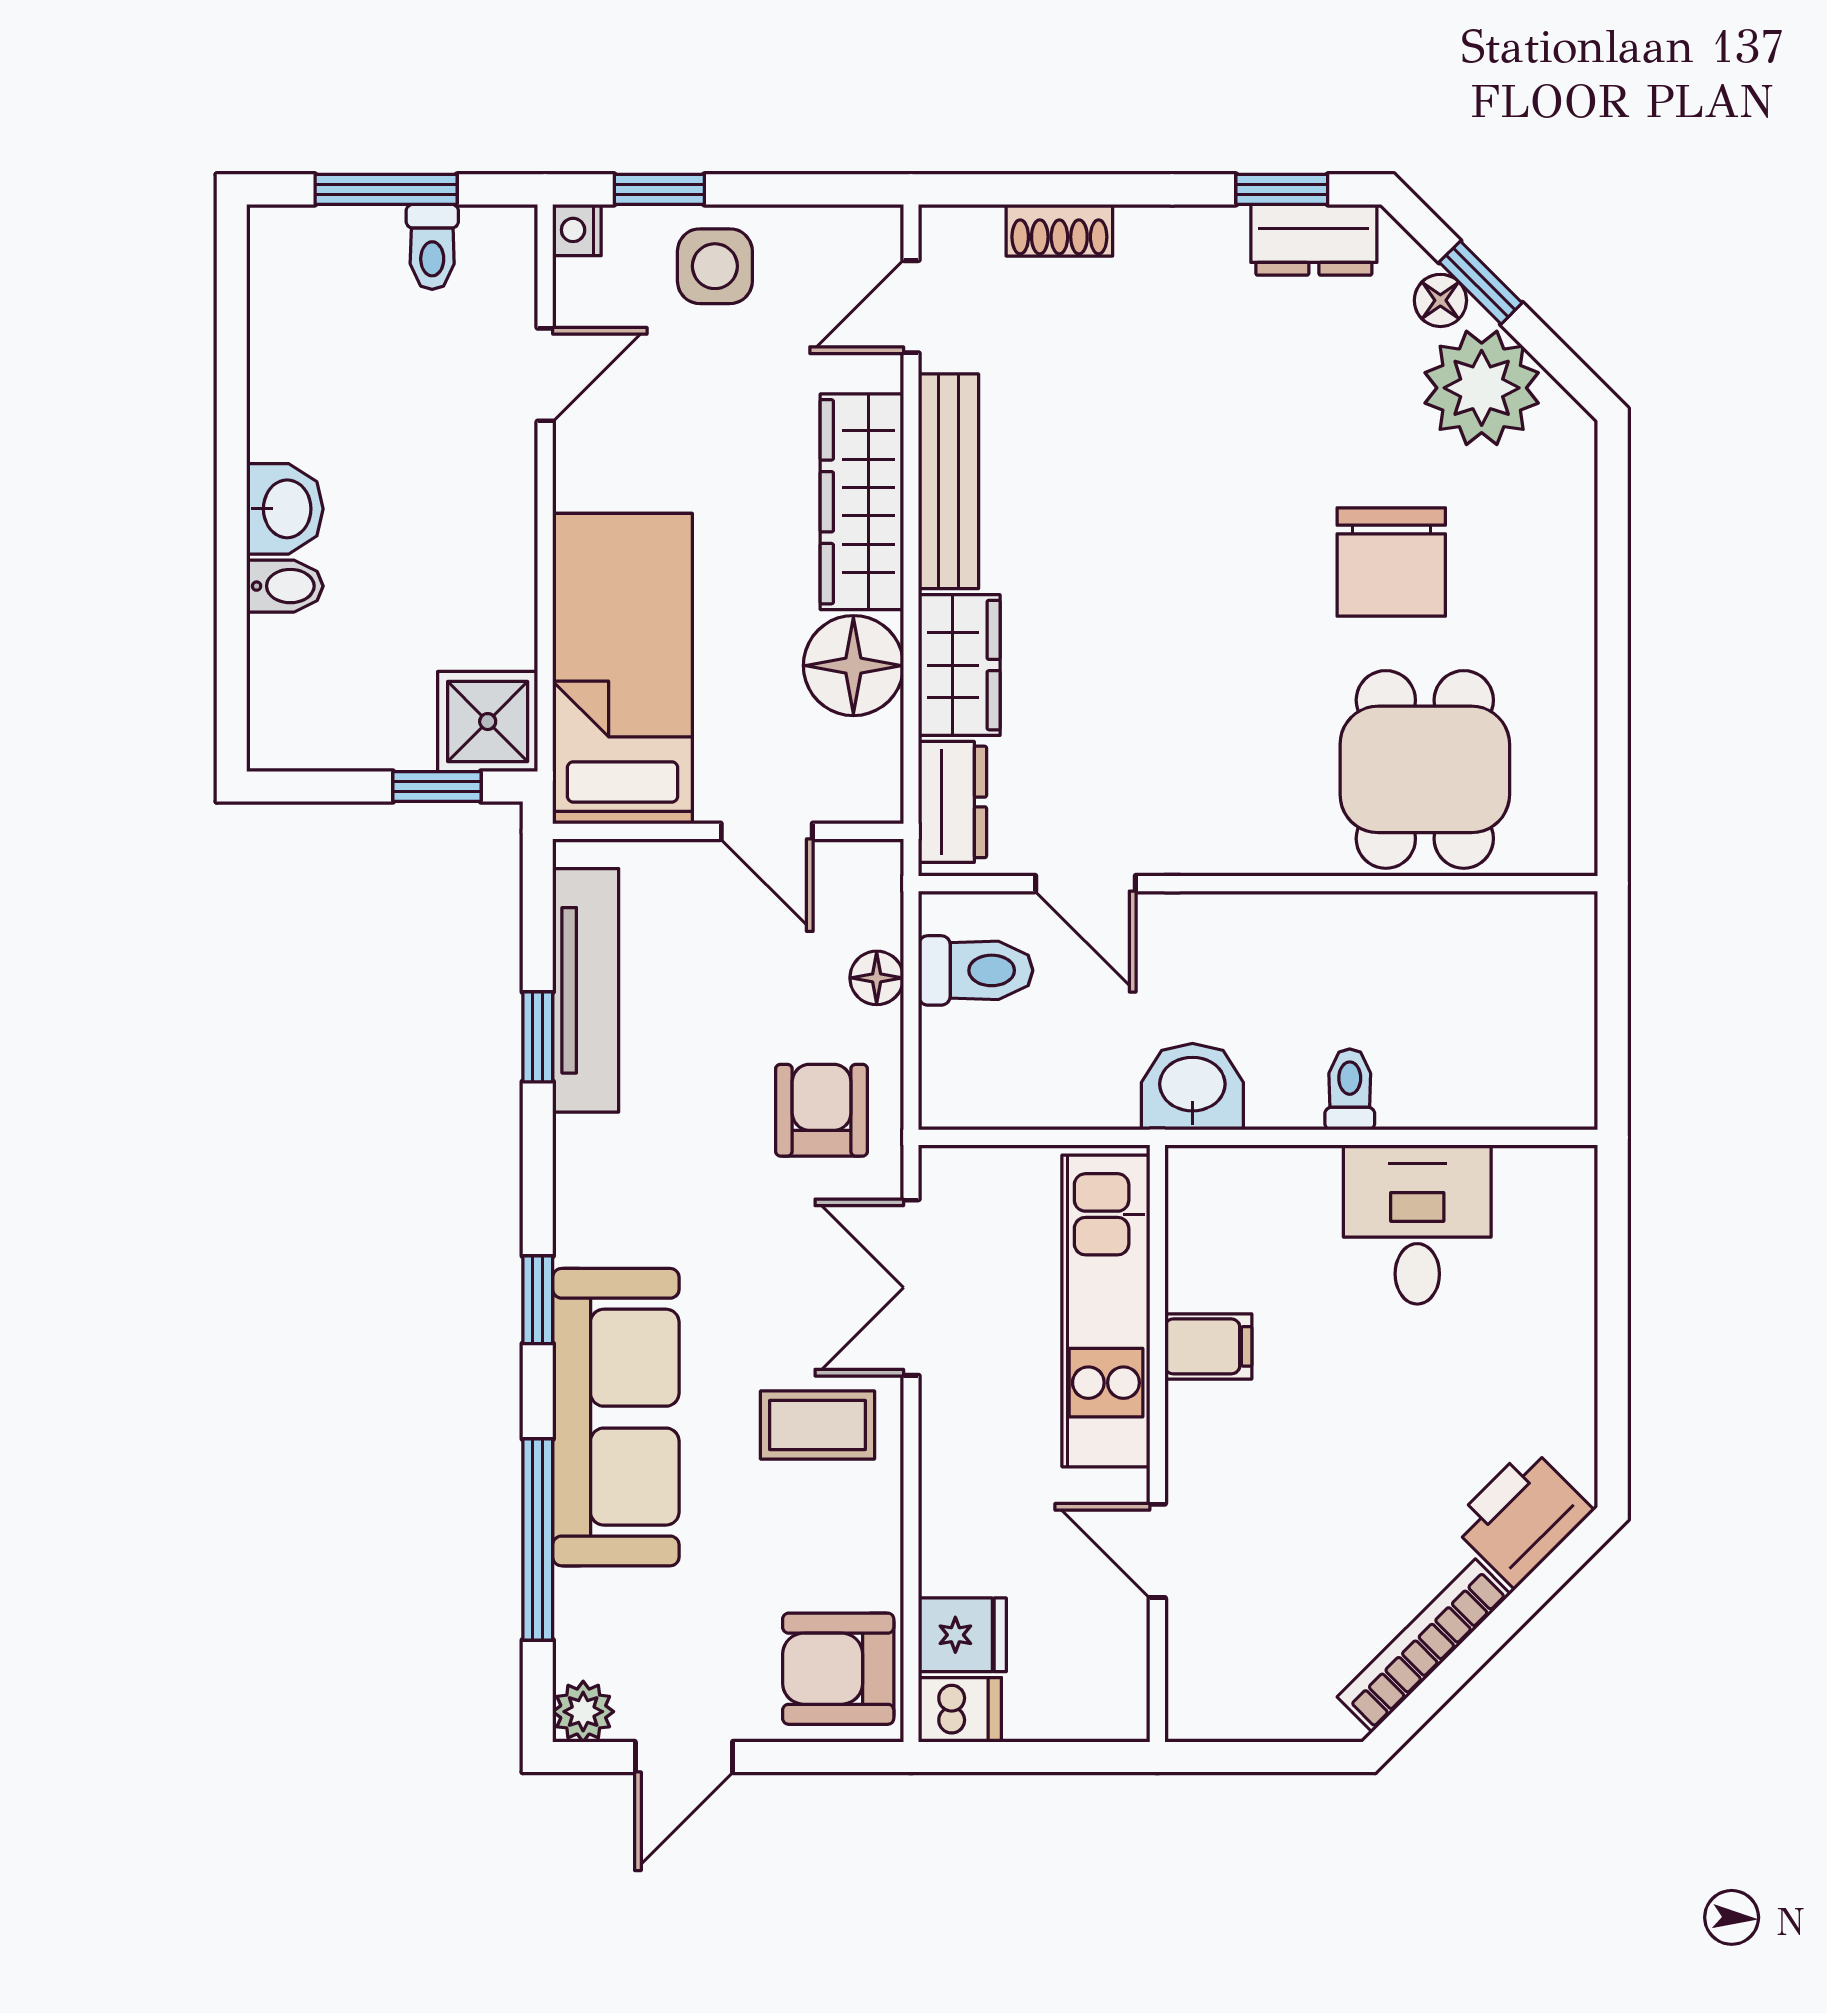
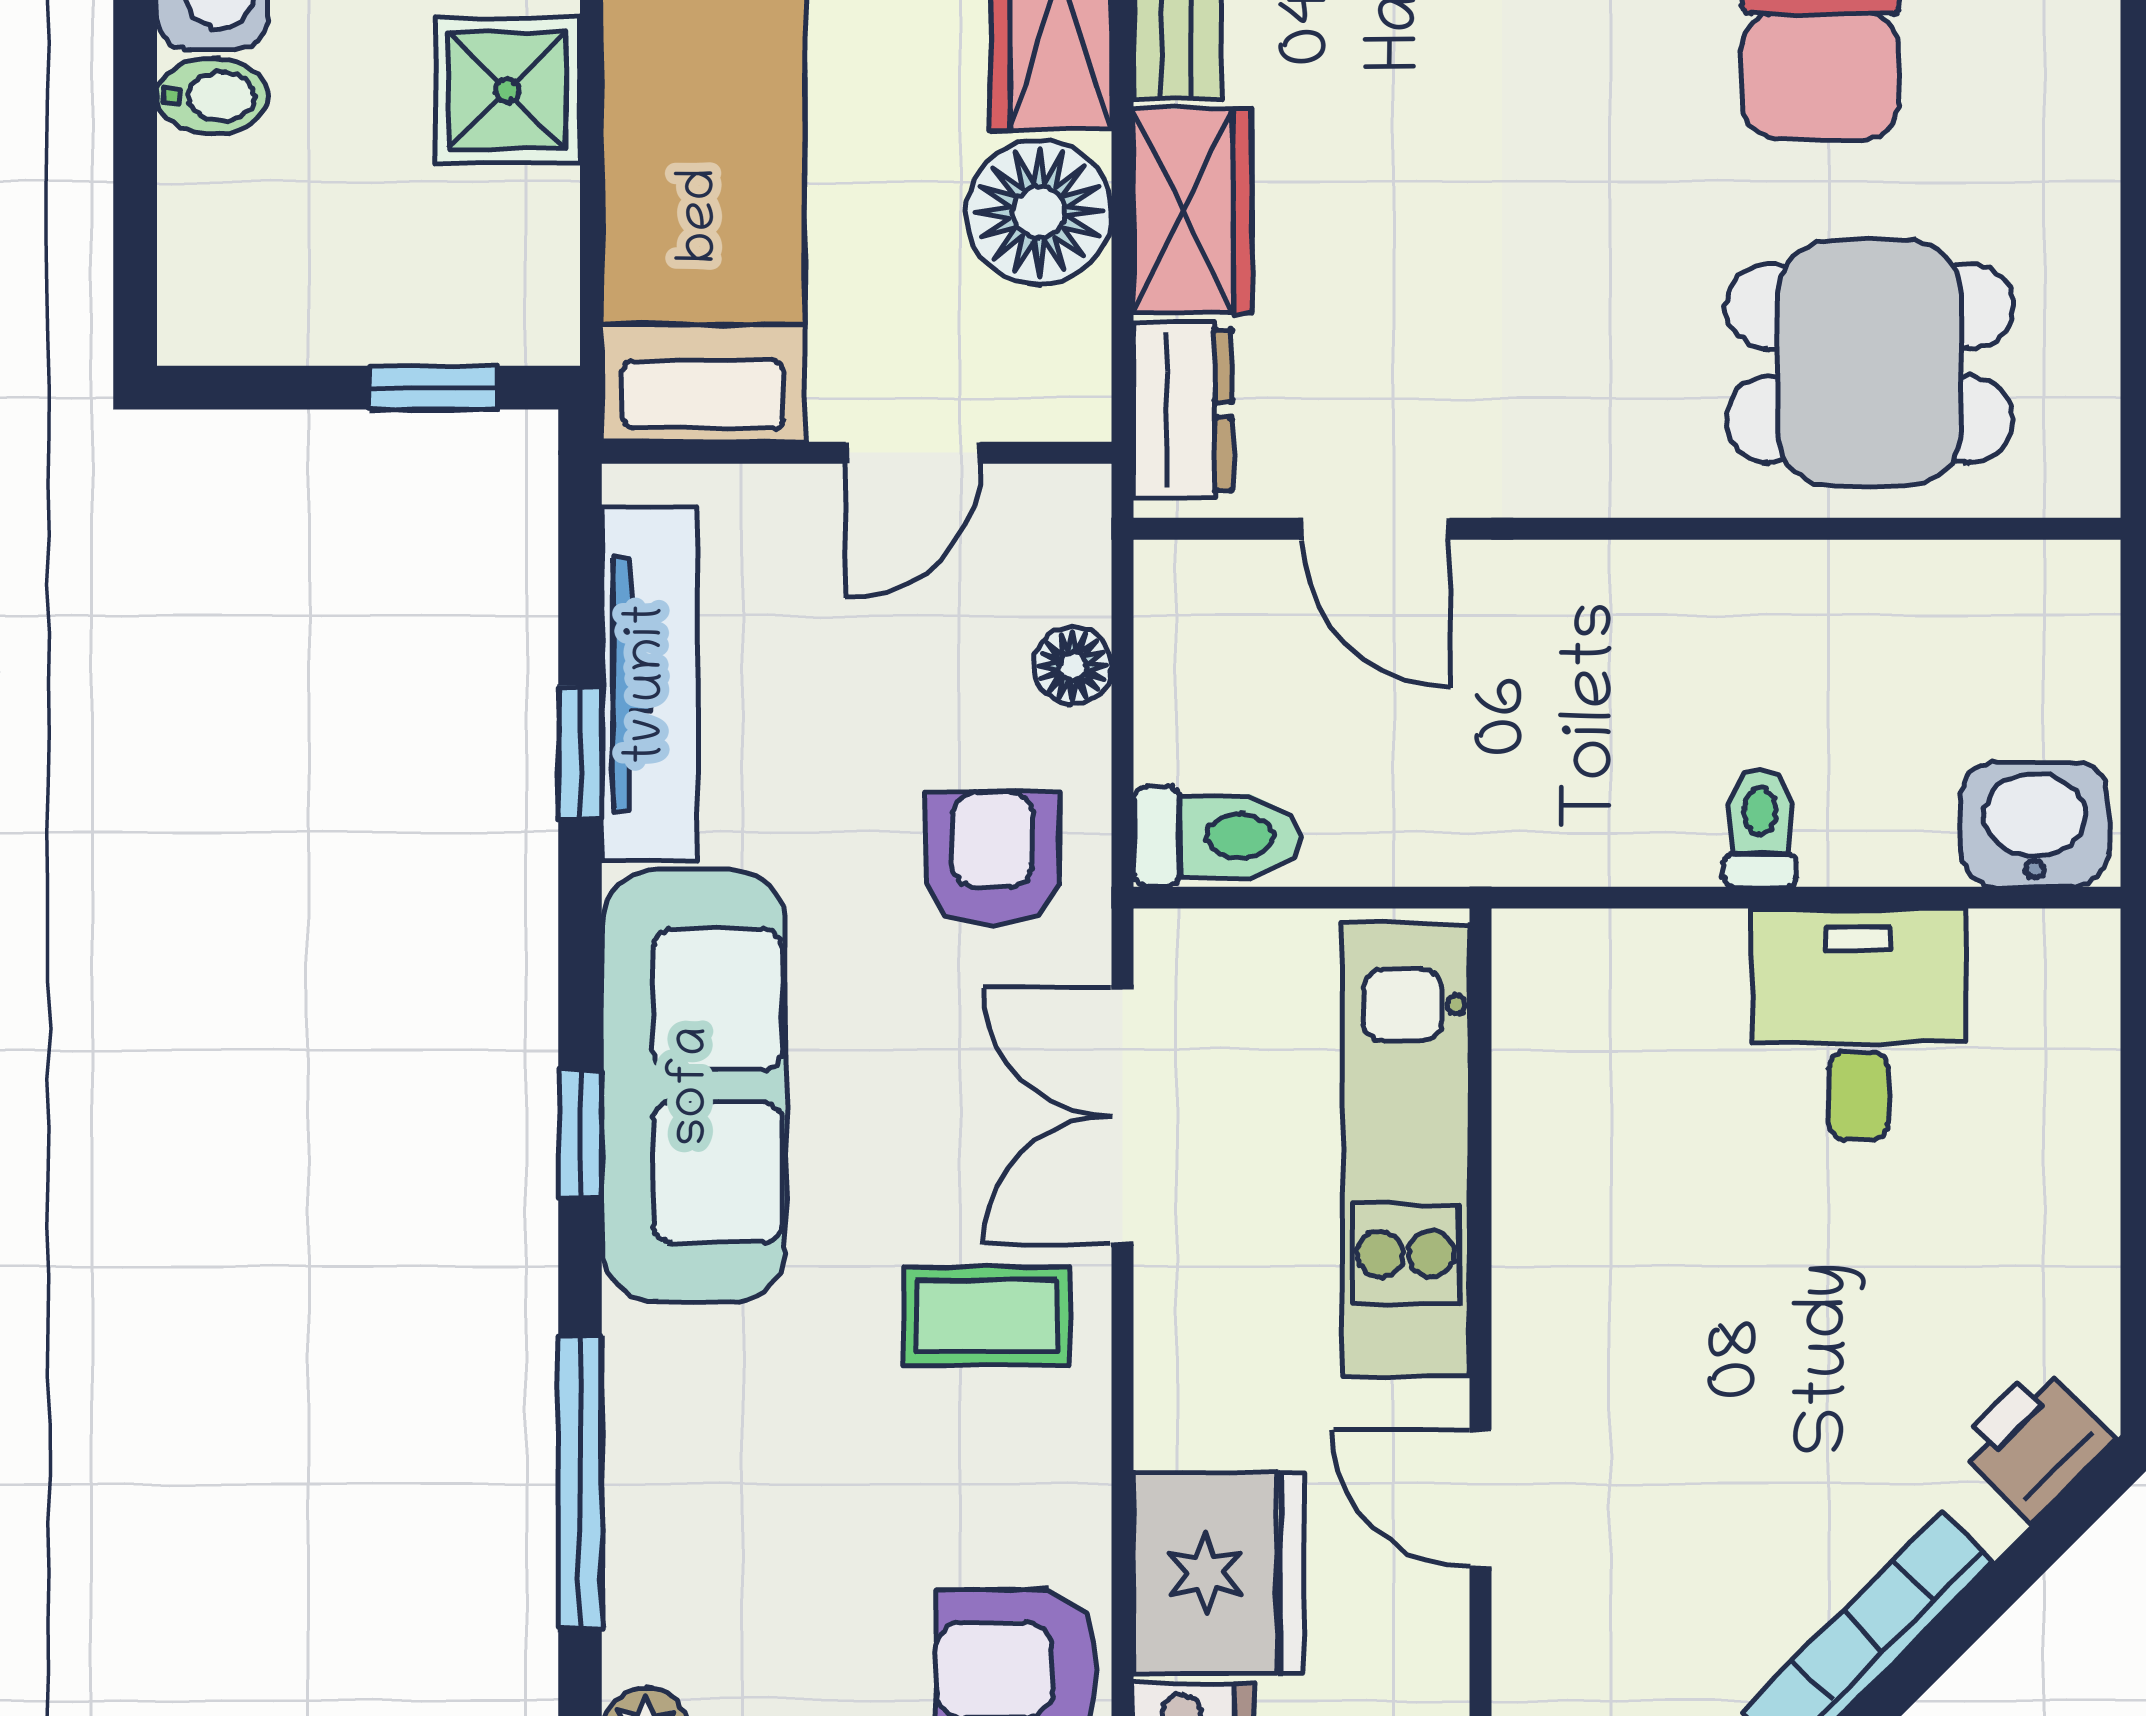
shower: (488, 722) -> (507, 91), moved
dining table: (1425, 769) -> (1869, 363), turned 90
door: (767, 831) -> (913, 453), hinge flipped
toilet: (976, 970) -> (1216, 836), moved
washbasin: (1192, 1087) -> (2035, 824), moved
filing cabinet: (1208, 1346) -> (1555, 1202), removed
sofa: (616, 1417) -> (694, 1086), moved
printer: (1522, 1517) -> (2035, 1443), width x0.73, depth x0.81
fridge: (962, 1635) -> (1219, 1573), width x1.88, depth x1.34

